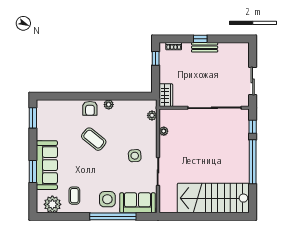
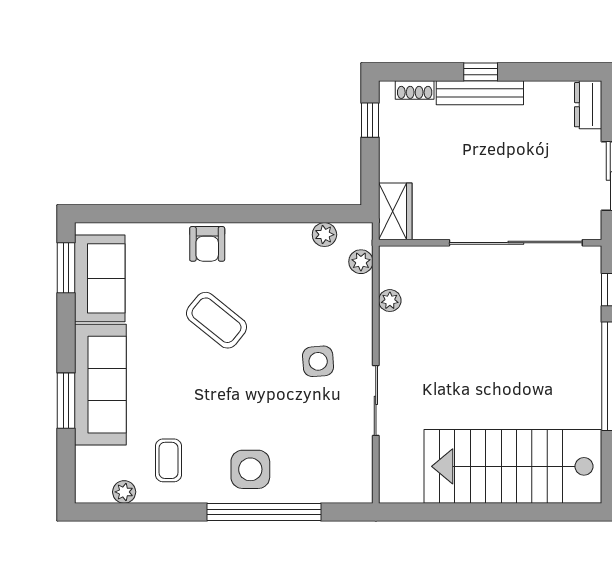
bench: (205, 47) -> (480, 93), width x1.36
dresser: (244, 52) -> (588, 105), added
plant: (109, 105) -> (324, 235), moved
sofa: (138, 203) -> (100, 278), moved, turned 90
plant: (52, 204) -> (124, 492), width x0.53, depth x0.53

